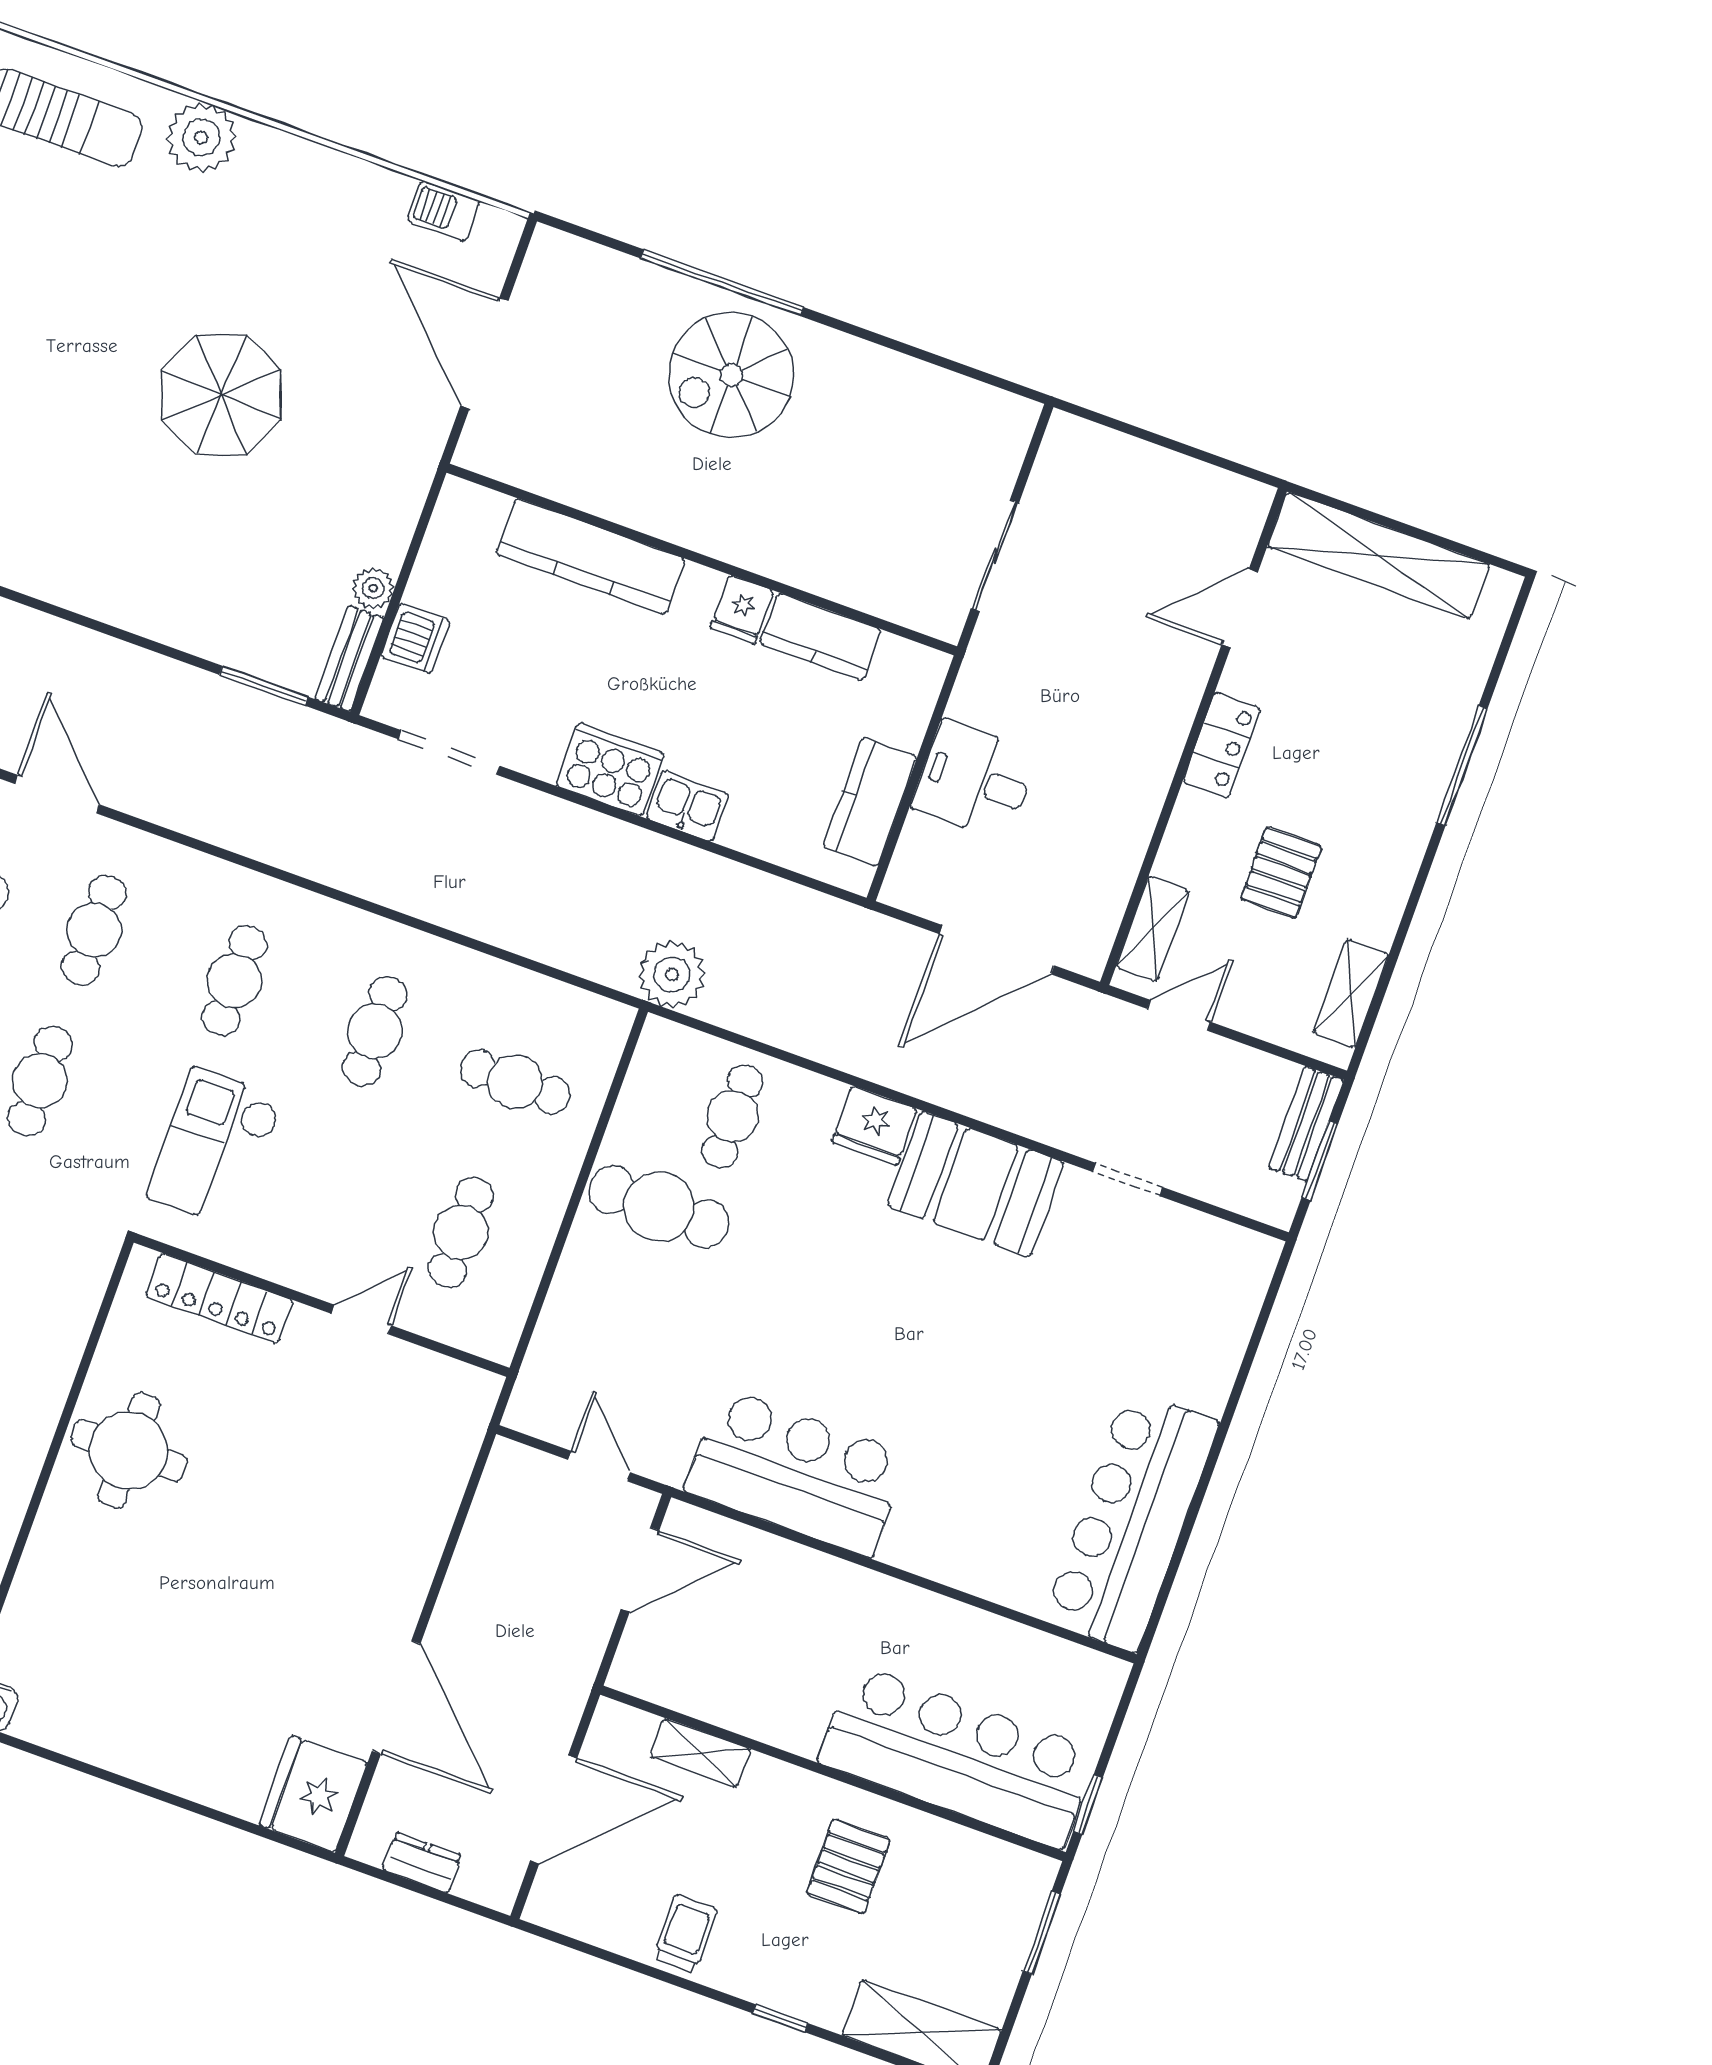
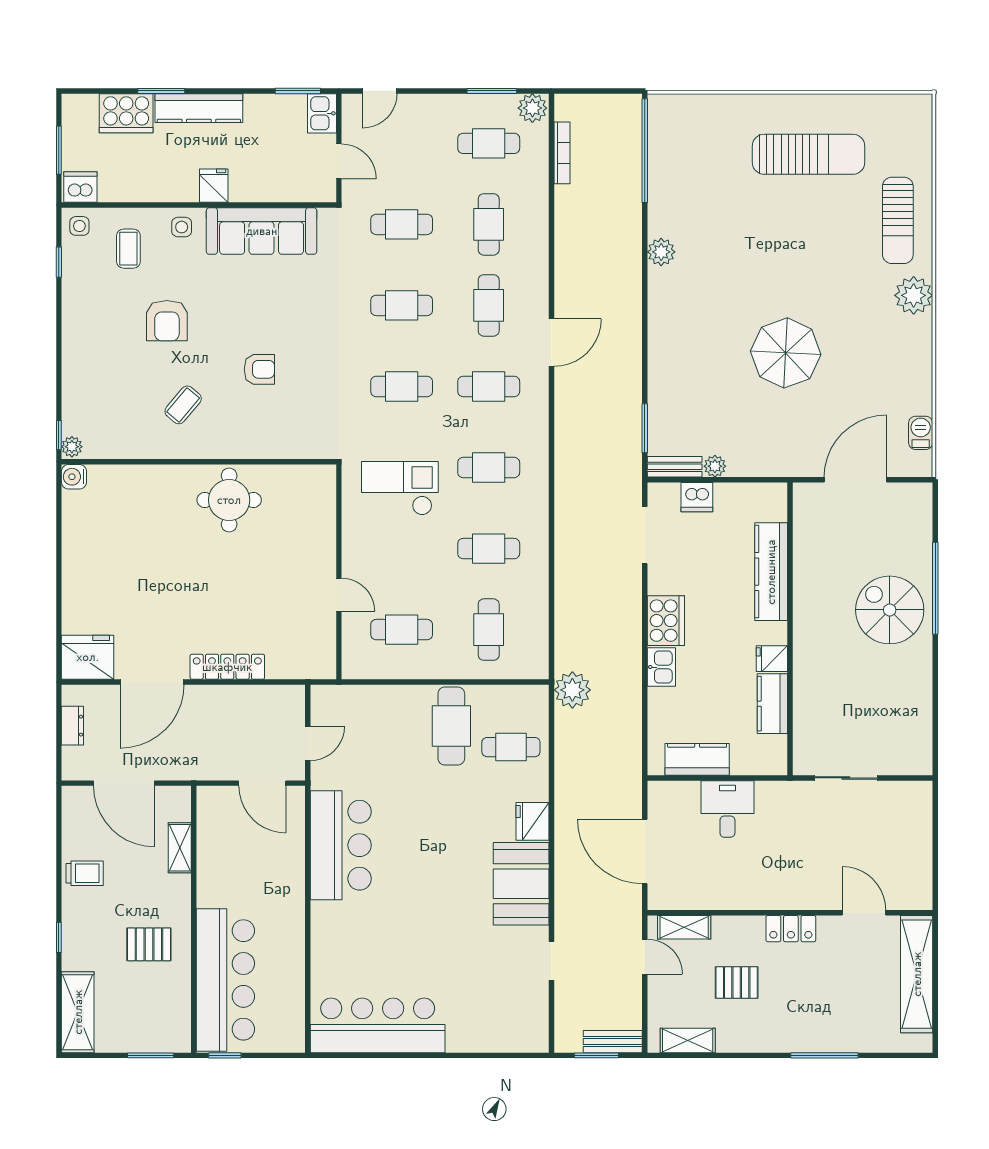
locker: (219, 1298) -> (227, 667), moved, turned 90

